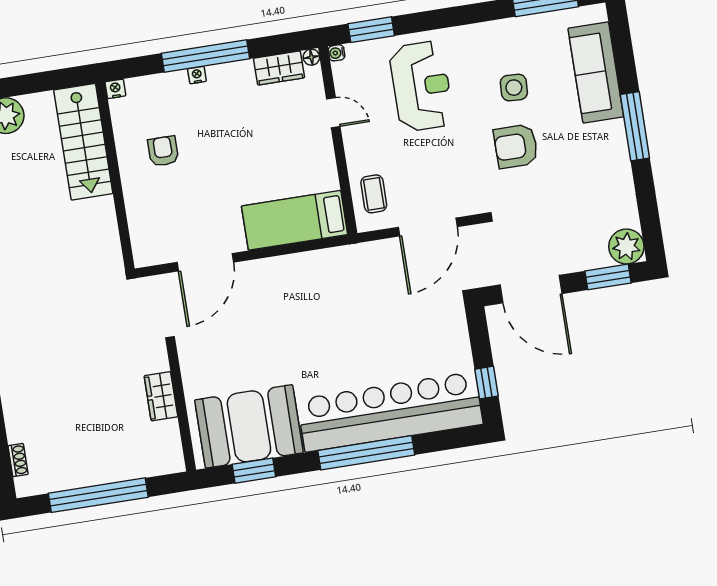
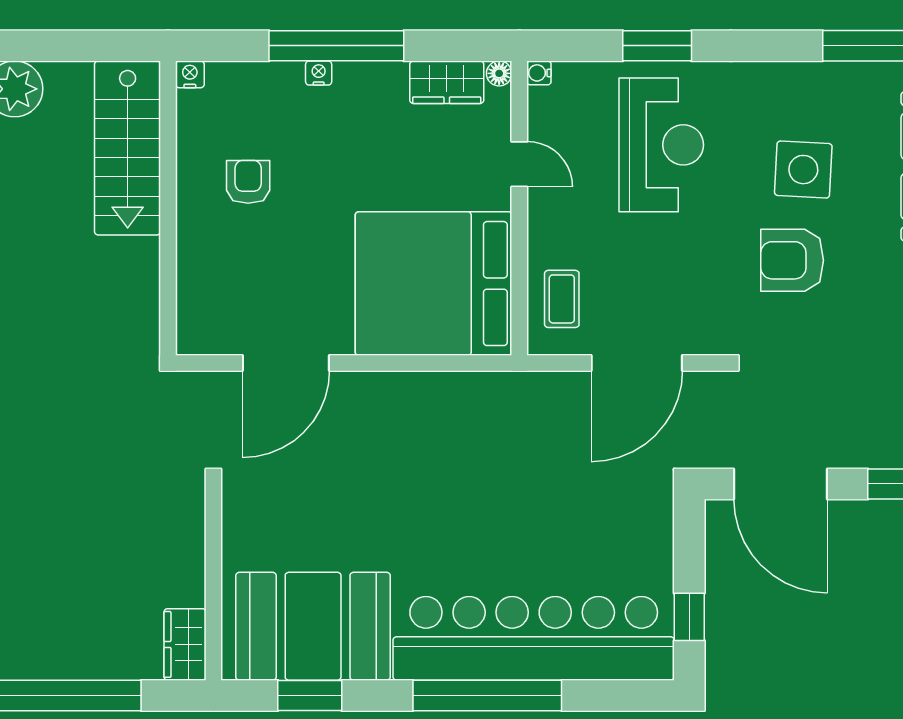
window: (371, 30) -> (657, 46), moved
side table: (514, 88) -> (803, 170), width x1.37, depth x1.37
bed: (295, 220) -> (434, 284), width x2.04
wardrobe: (161, 396) -> (185, 644), moved

